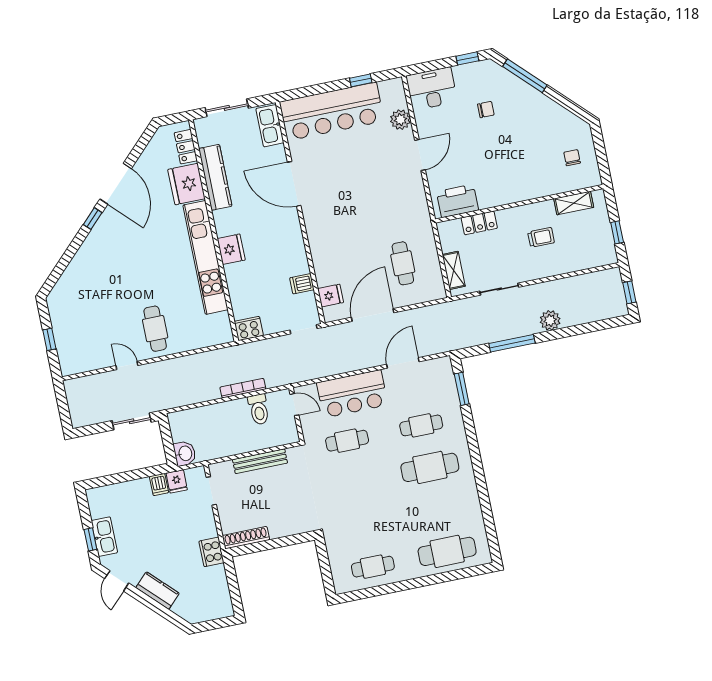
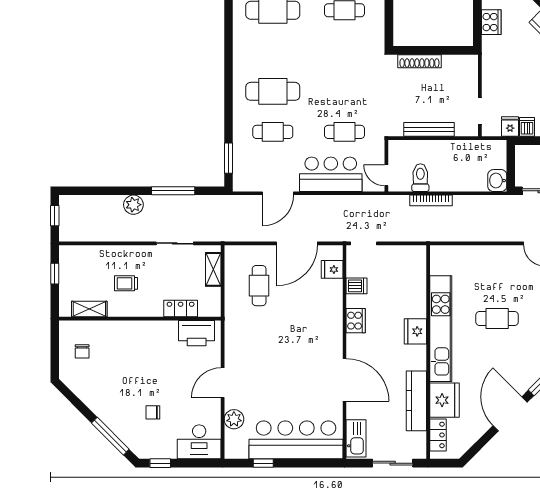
cooker: (249, 328) -> (356, 321), moved, turned -90
cafe table: (155, 329) -> (497, 318), moved, turned 90
washbasin: (185, 453) -> (497, 181), moved
shoe rack: (246, 538) -> (419, 61), moved
cooker: (211, 552) -> (491, 22), moved

